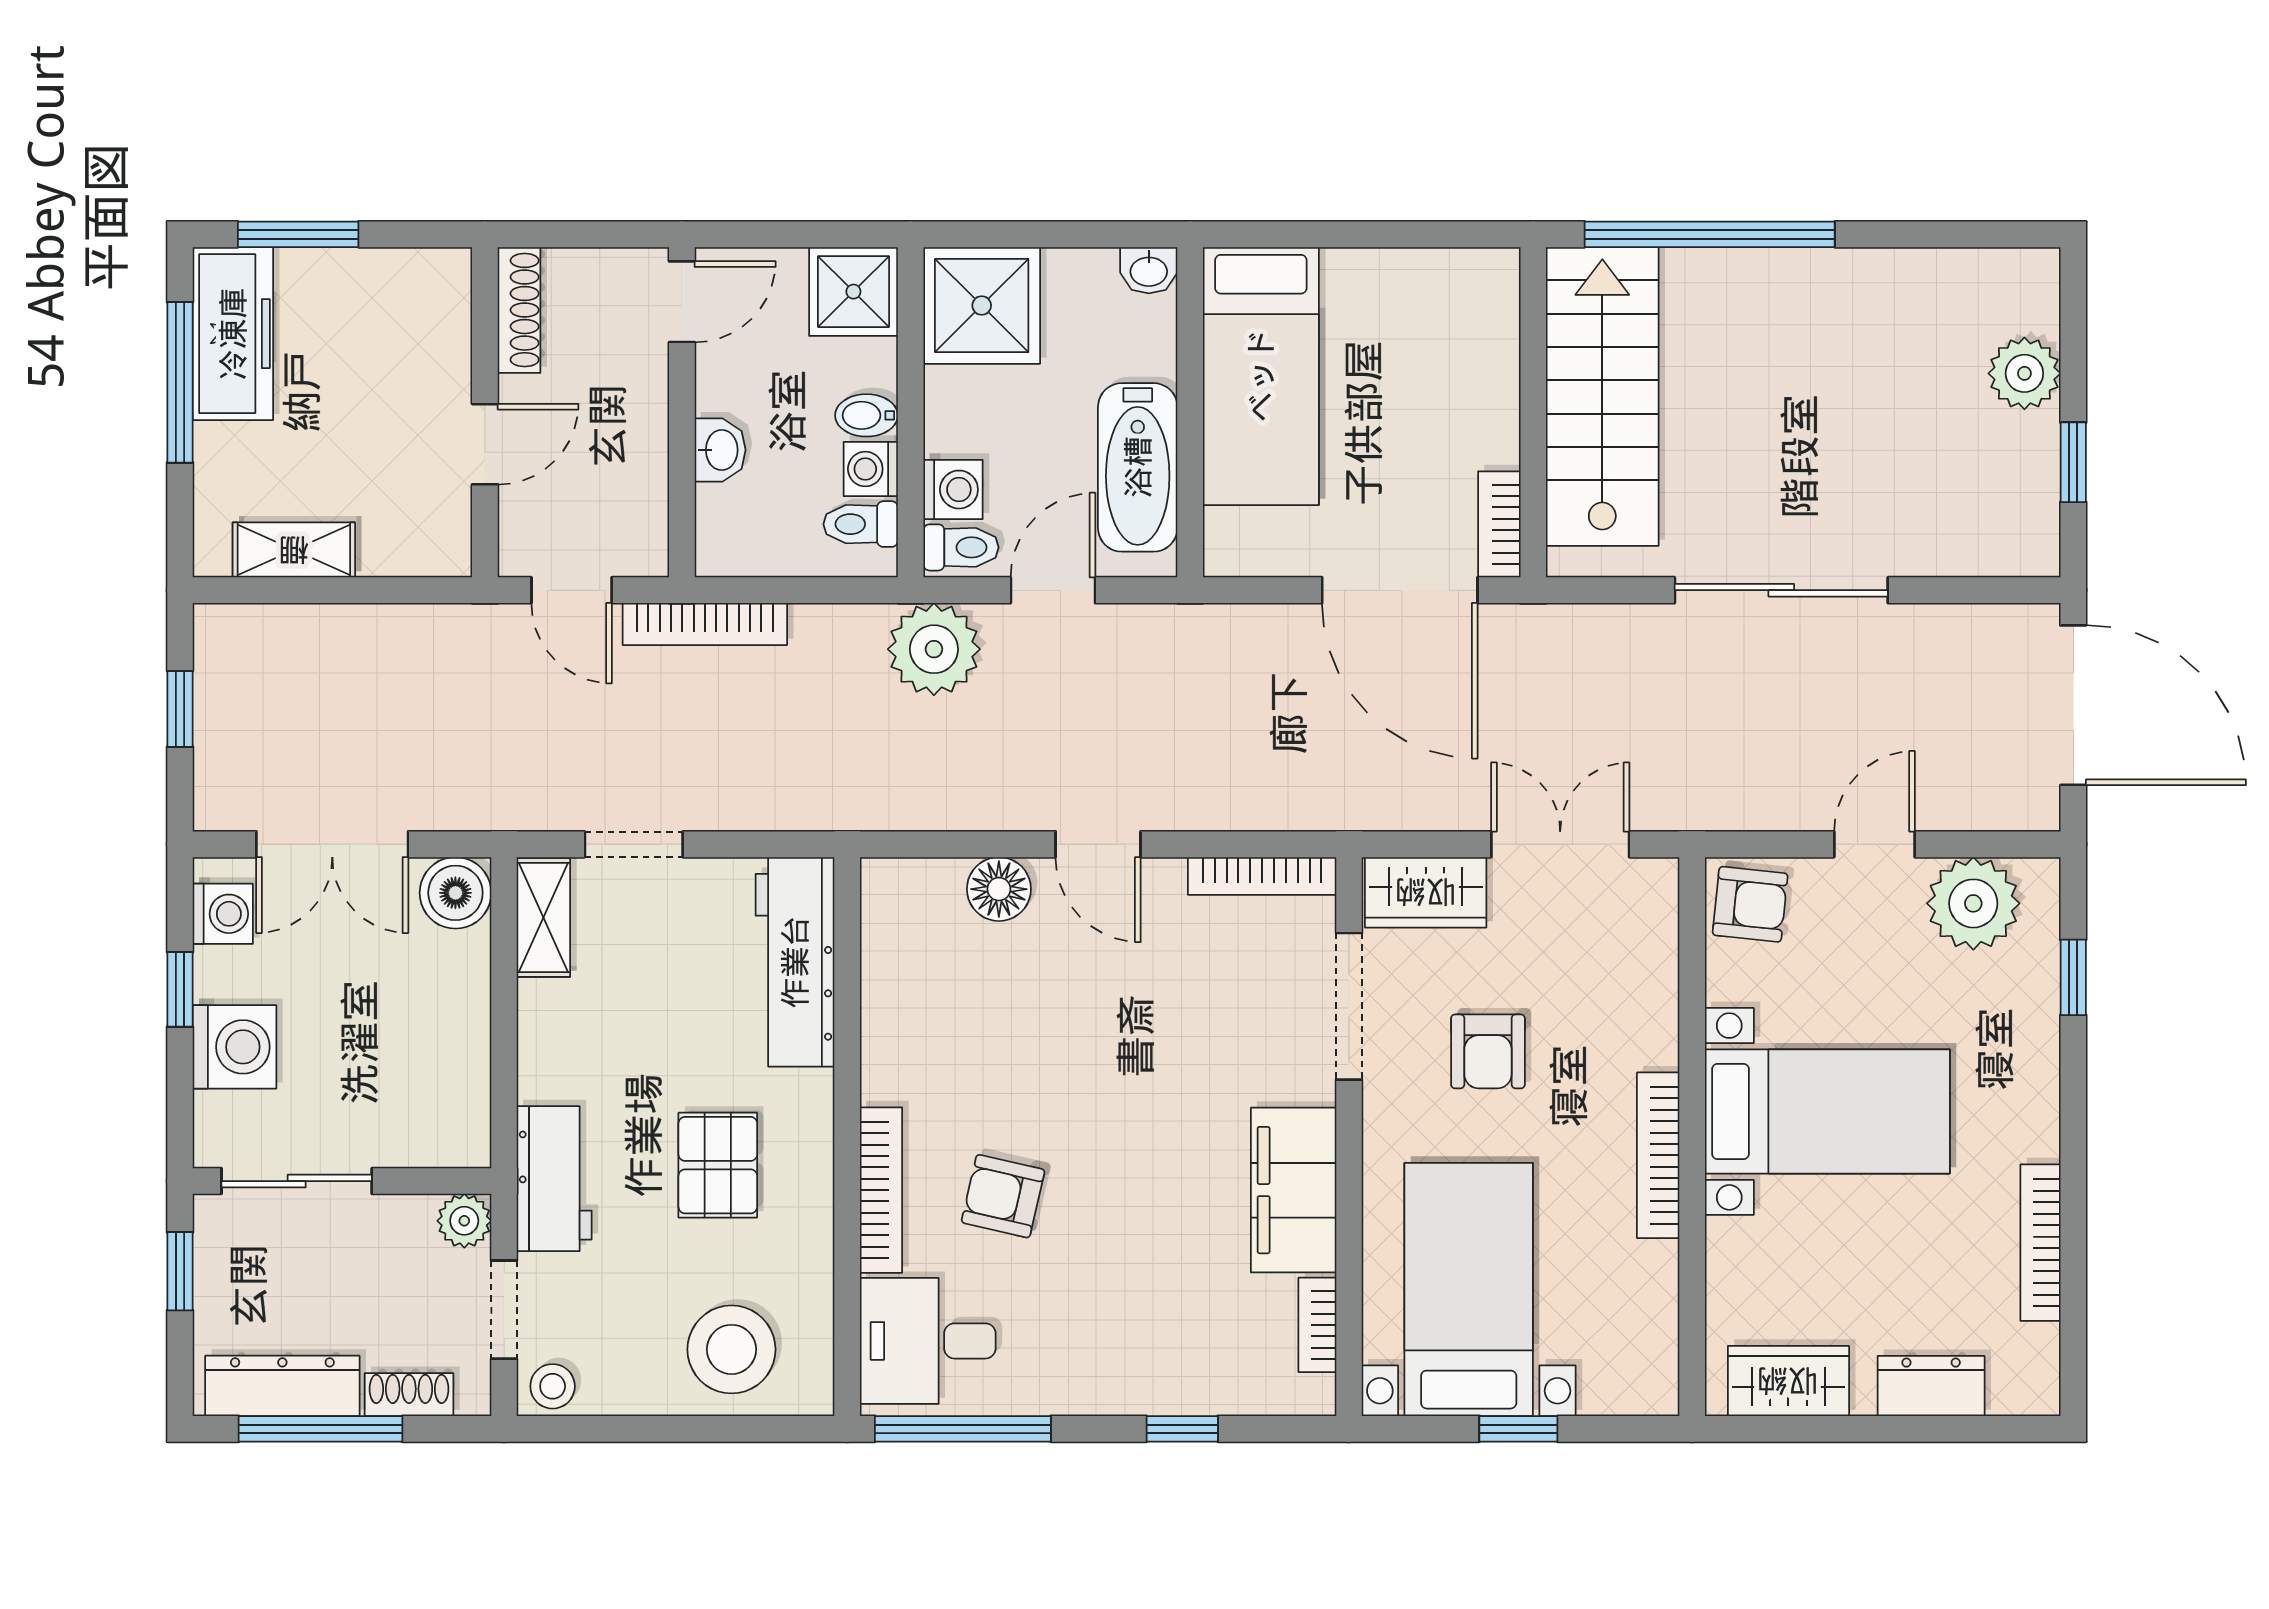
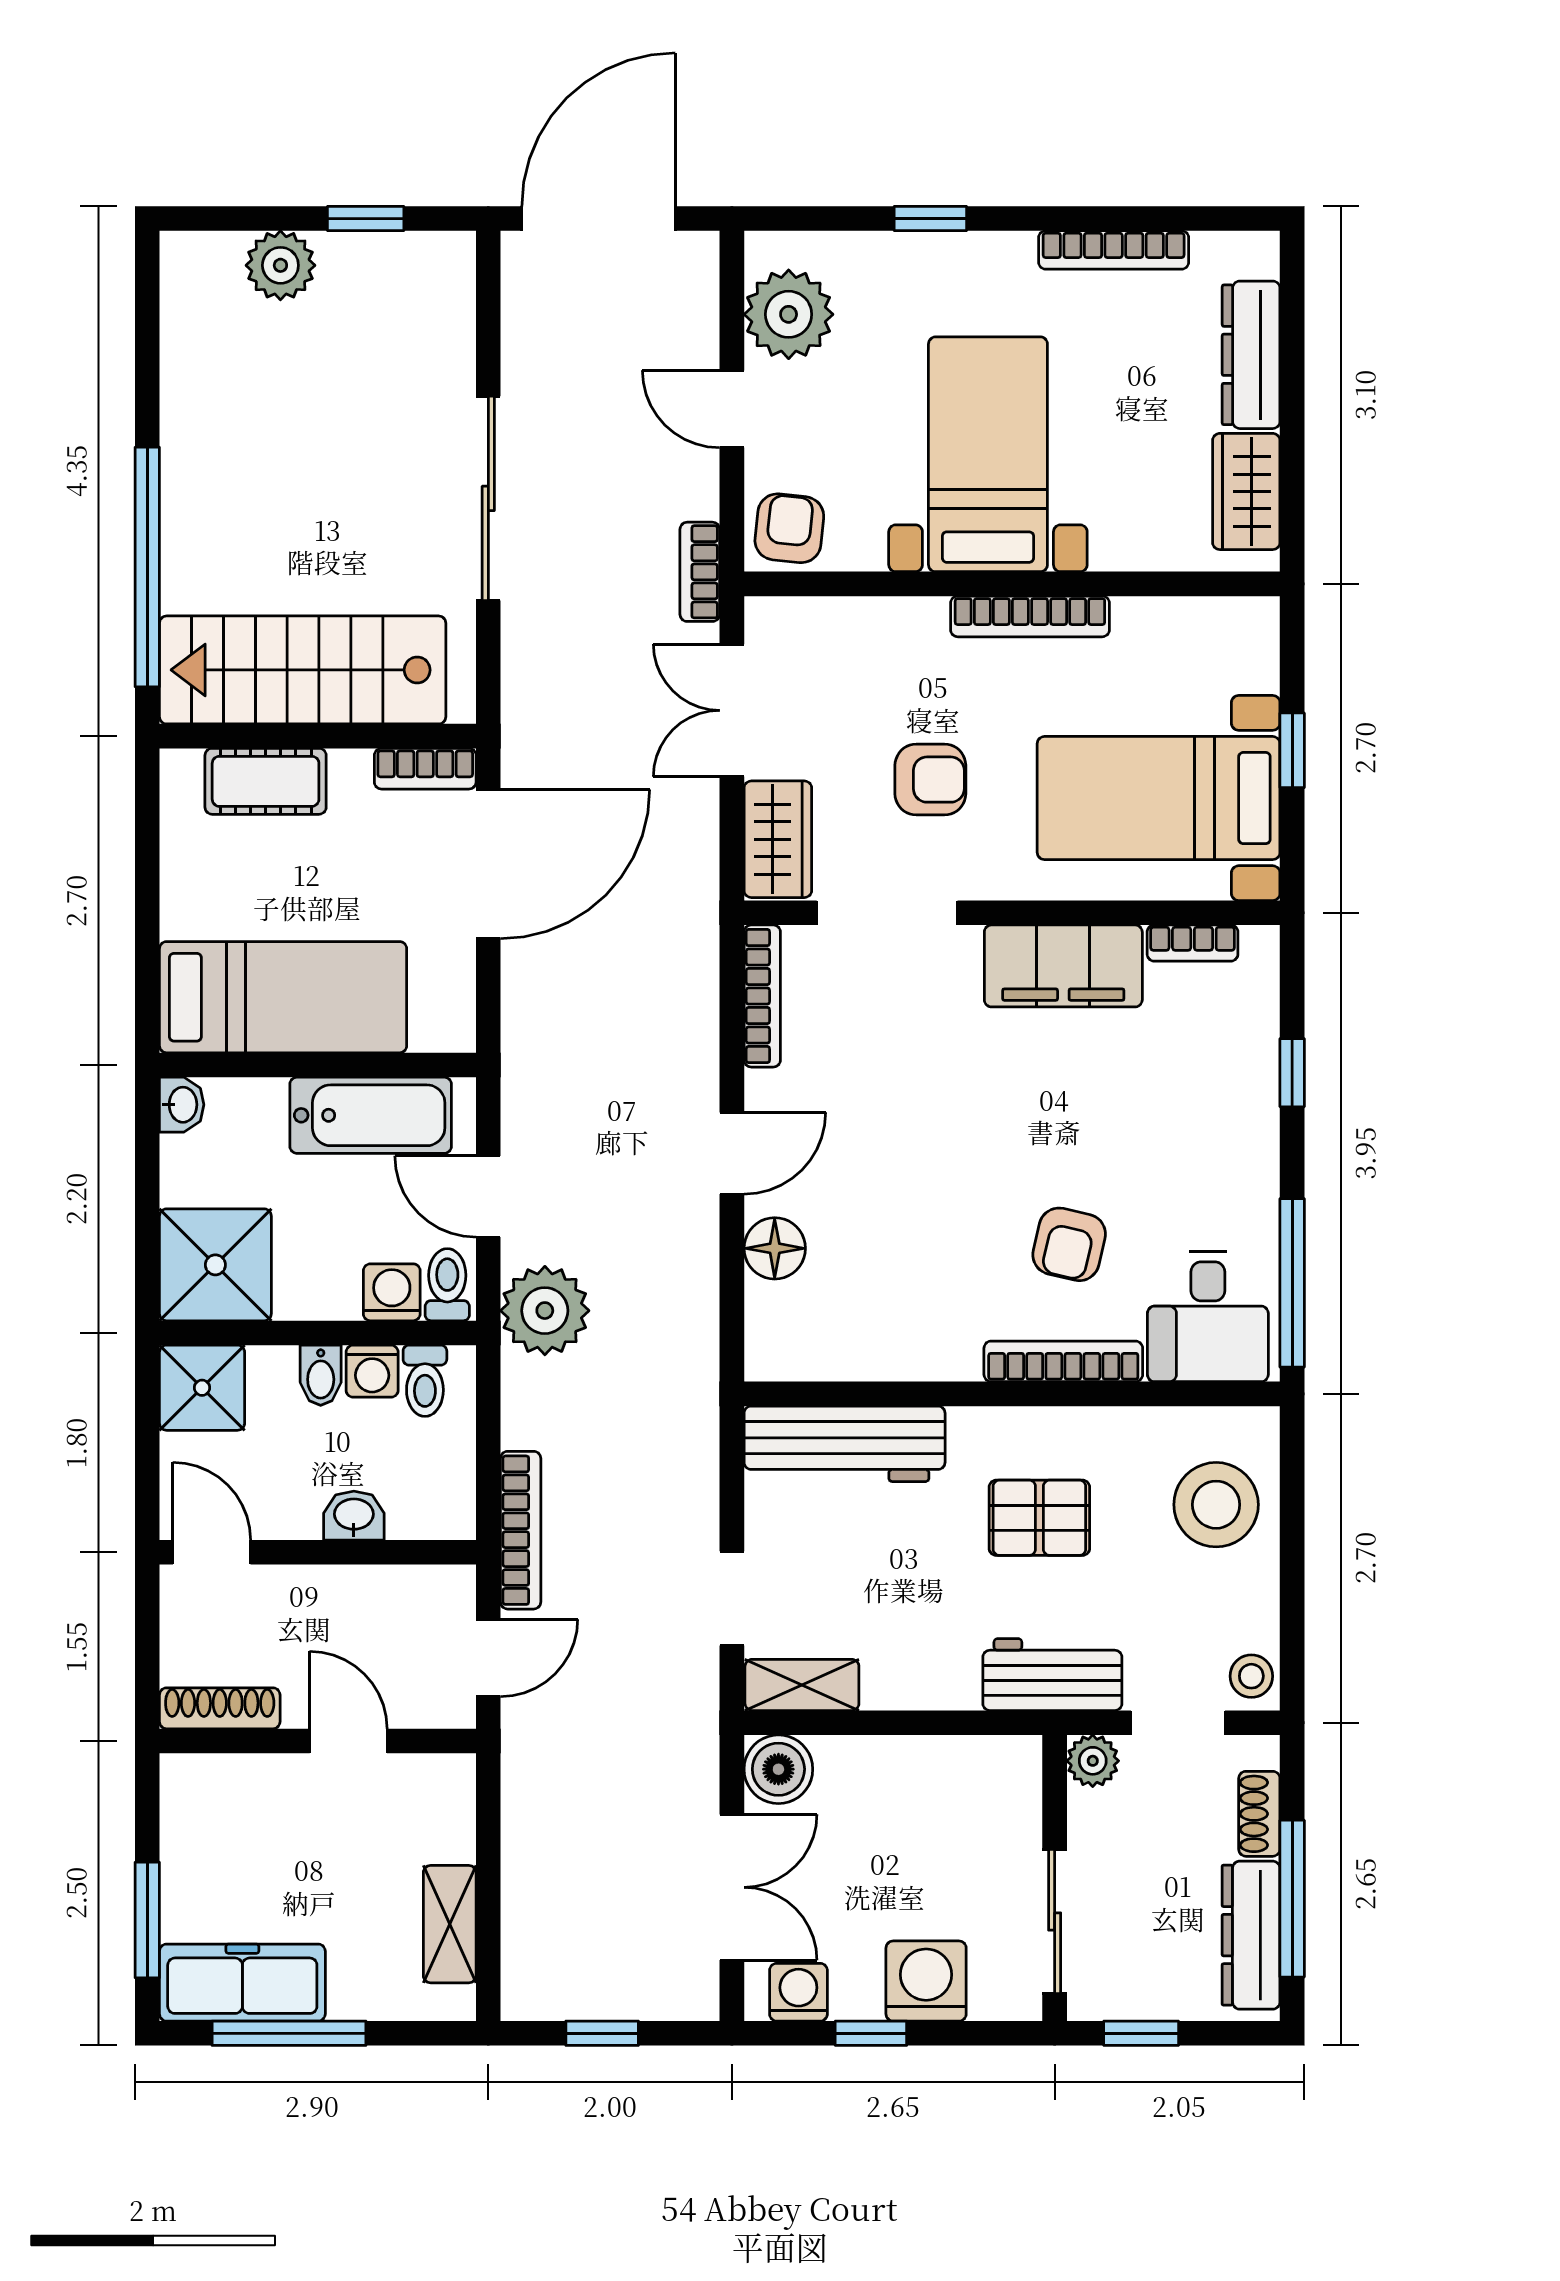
cot: (1486, 358) -> (266, 781), added
bookcase: (1705, 811) -> (700, 572), added
window: (2073, 977) -> (930, 219), moved
dresser: (1931, 1386) -> (1251, 355), width x1.44

